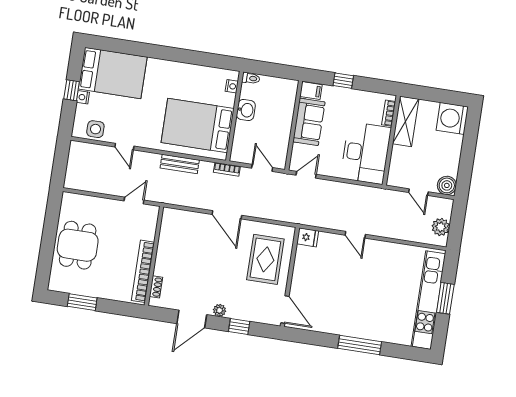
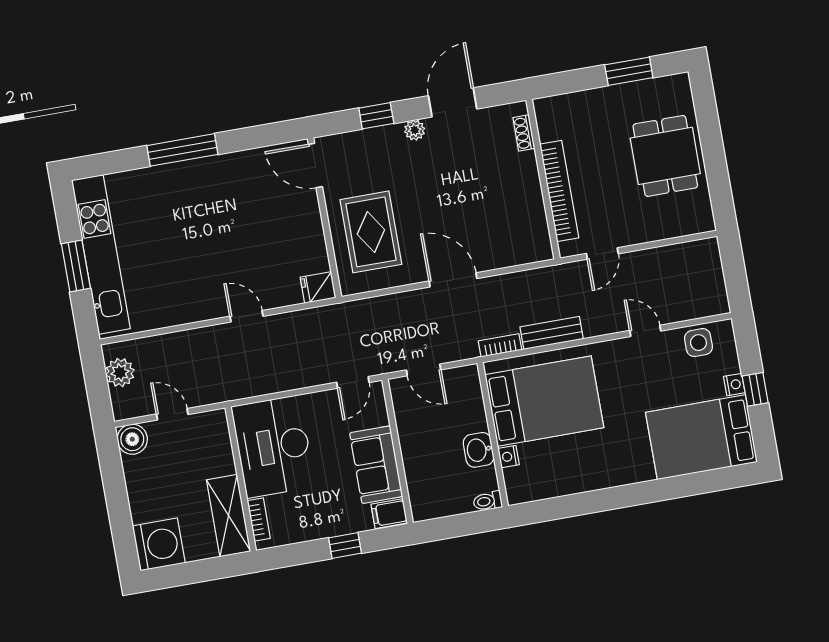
nightstand: (232, 86) -> (509, 457), moved
bookcase: (227, 169) -> (500, 345), moved
bookcase: (143, 271) -> (559, 191), moved

